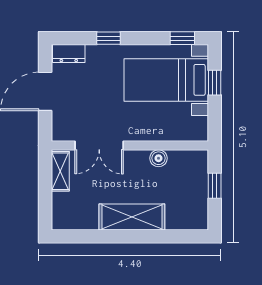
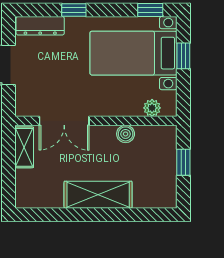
dresser: (69, 53) -> (40, 26), width x1.44
plant: (184, 133) -> (152, 108), added

